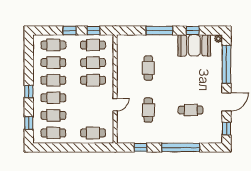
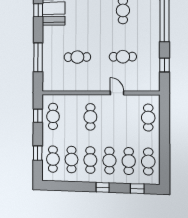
window: (70, 31) -> (38, 153), moved
window: (159, 31) -> (38, 57), moved
cafe table: (93, 63) -> (72, 117), removed

